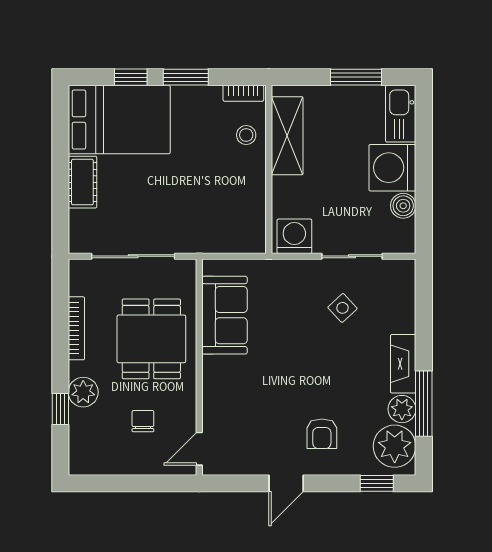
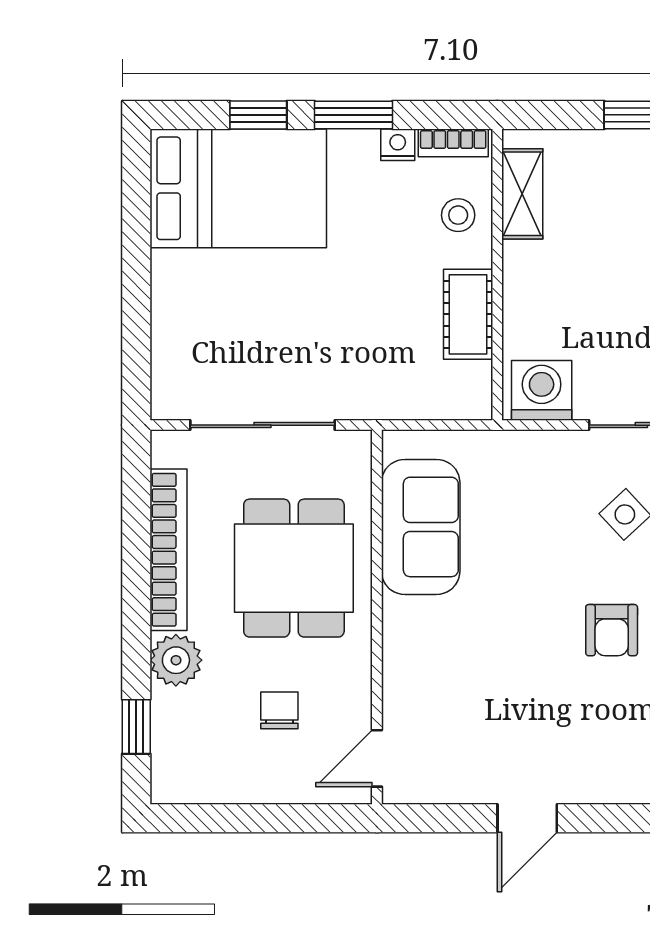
nightstand: (211, 94) -> (398, 145), added
shelving: (287, 136) -> (522, 194), width x0.67, depth x0.75
cot: (82, 182) -> (468, 314), moved
bookcase: (76, 328) -> (169, 550), width x1.48, depth x1.31
window: (60, 409) -> (136, 727), moved
armchair: (322, 434) -> (612, 630), moved

